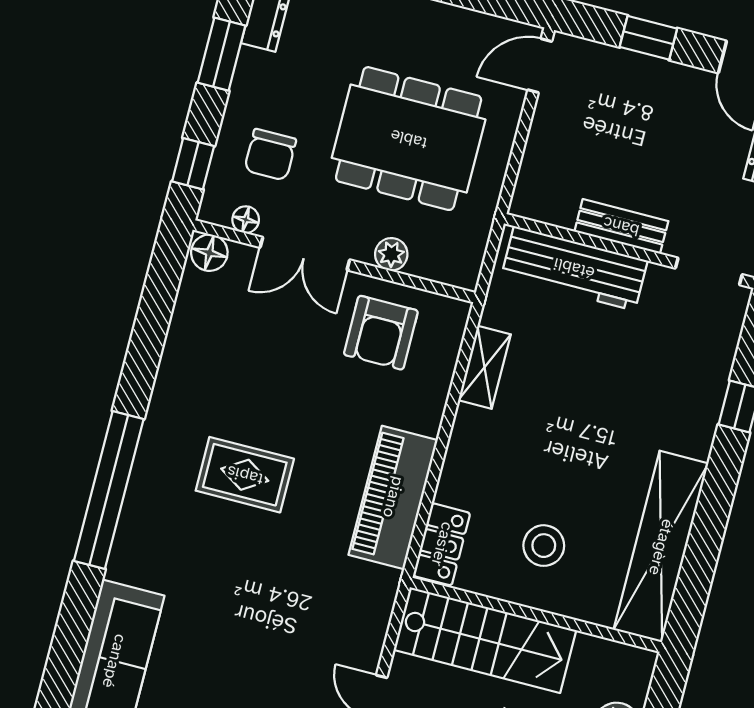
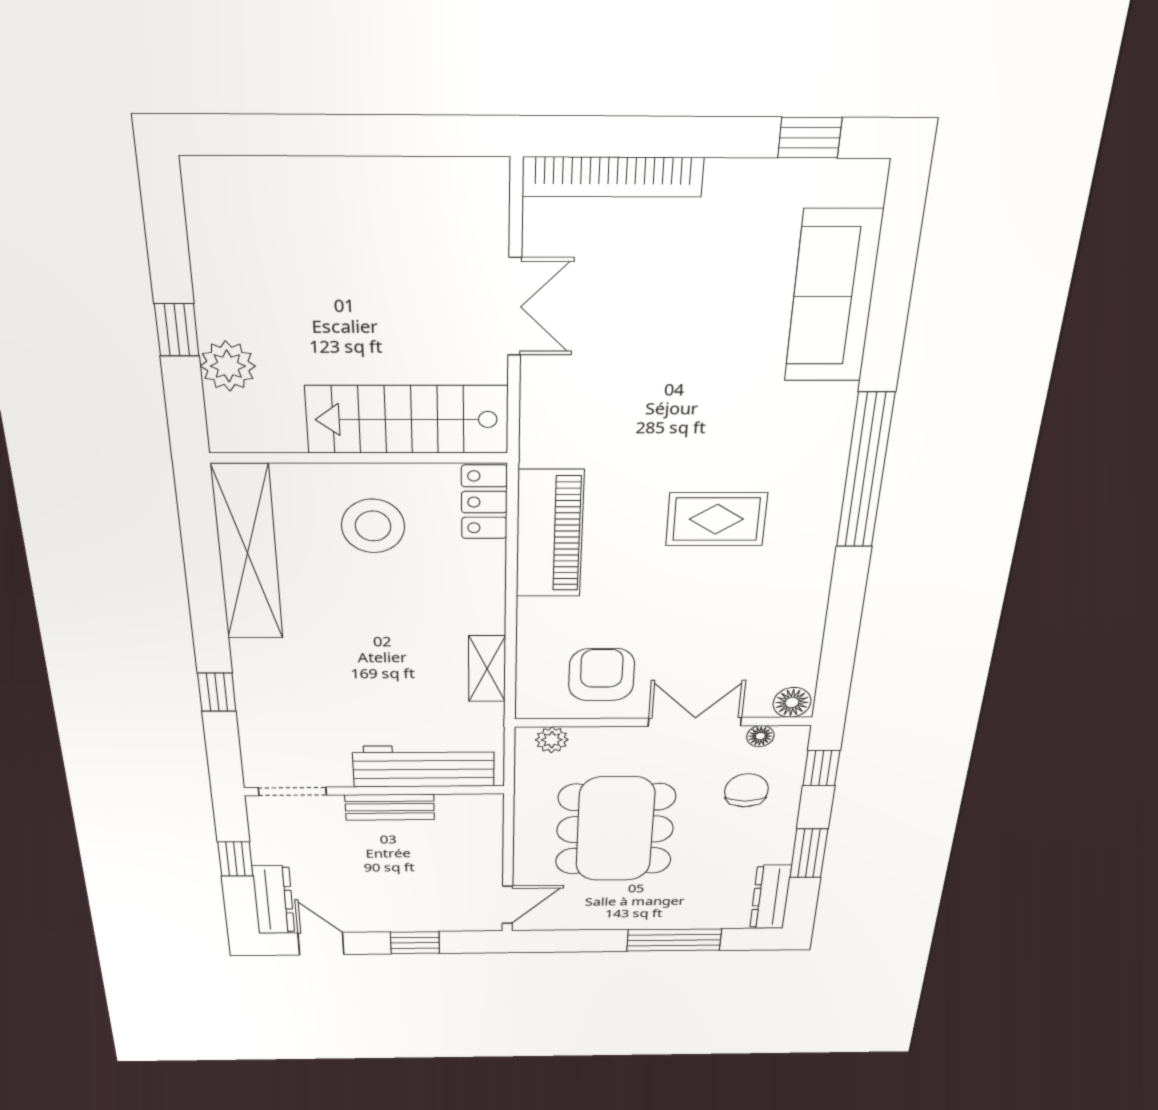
dining table: (409, 139) -> (615, 829), turned 90
plant: (391, 254) -> (552, 740), moved
stool: (544, 546) -> (373, 526), width x1.38, depth x1.38

